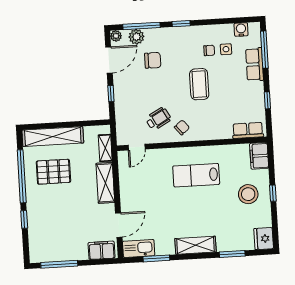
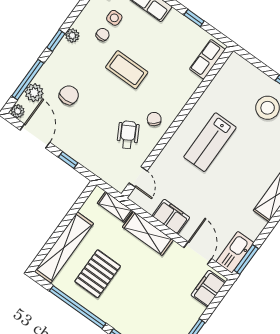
plant: (193, 32) -> (72, 36), added
filing cabinet: (259, 156) -> (171, 217), moved, turned 180
window: (156, 258) -> (246, 260), moved

